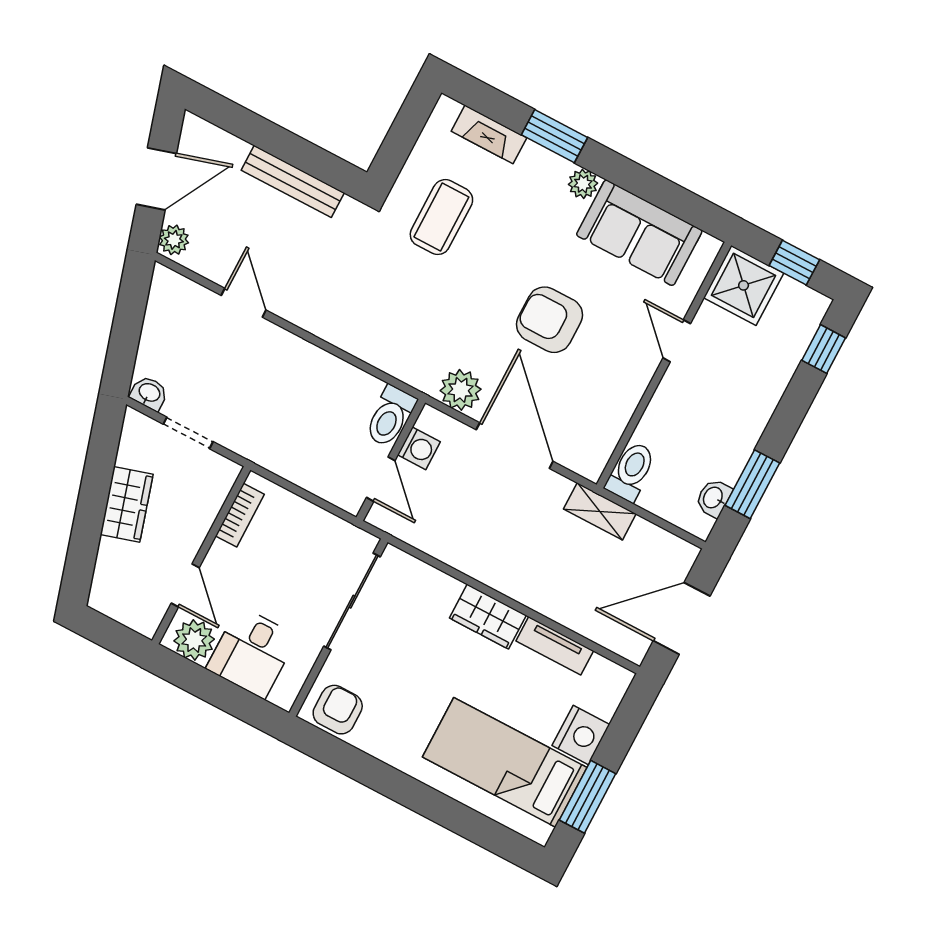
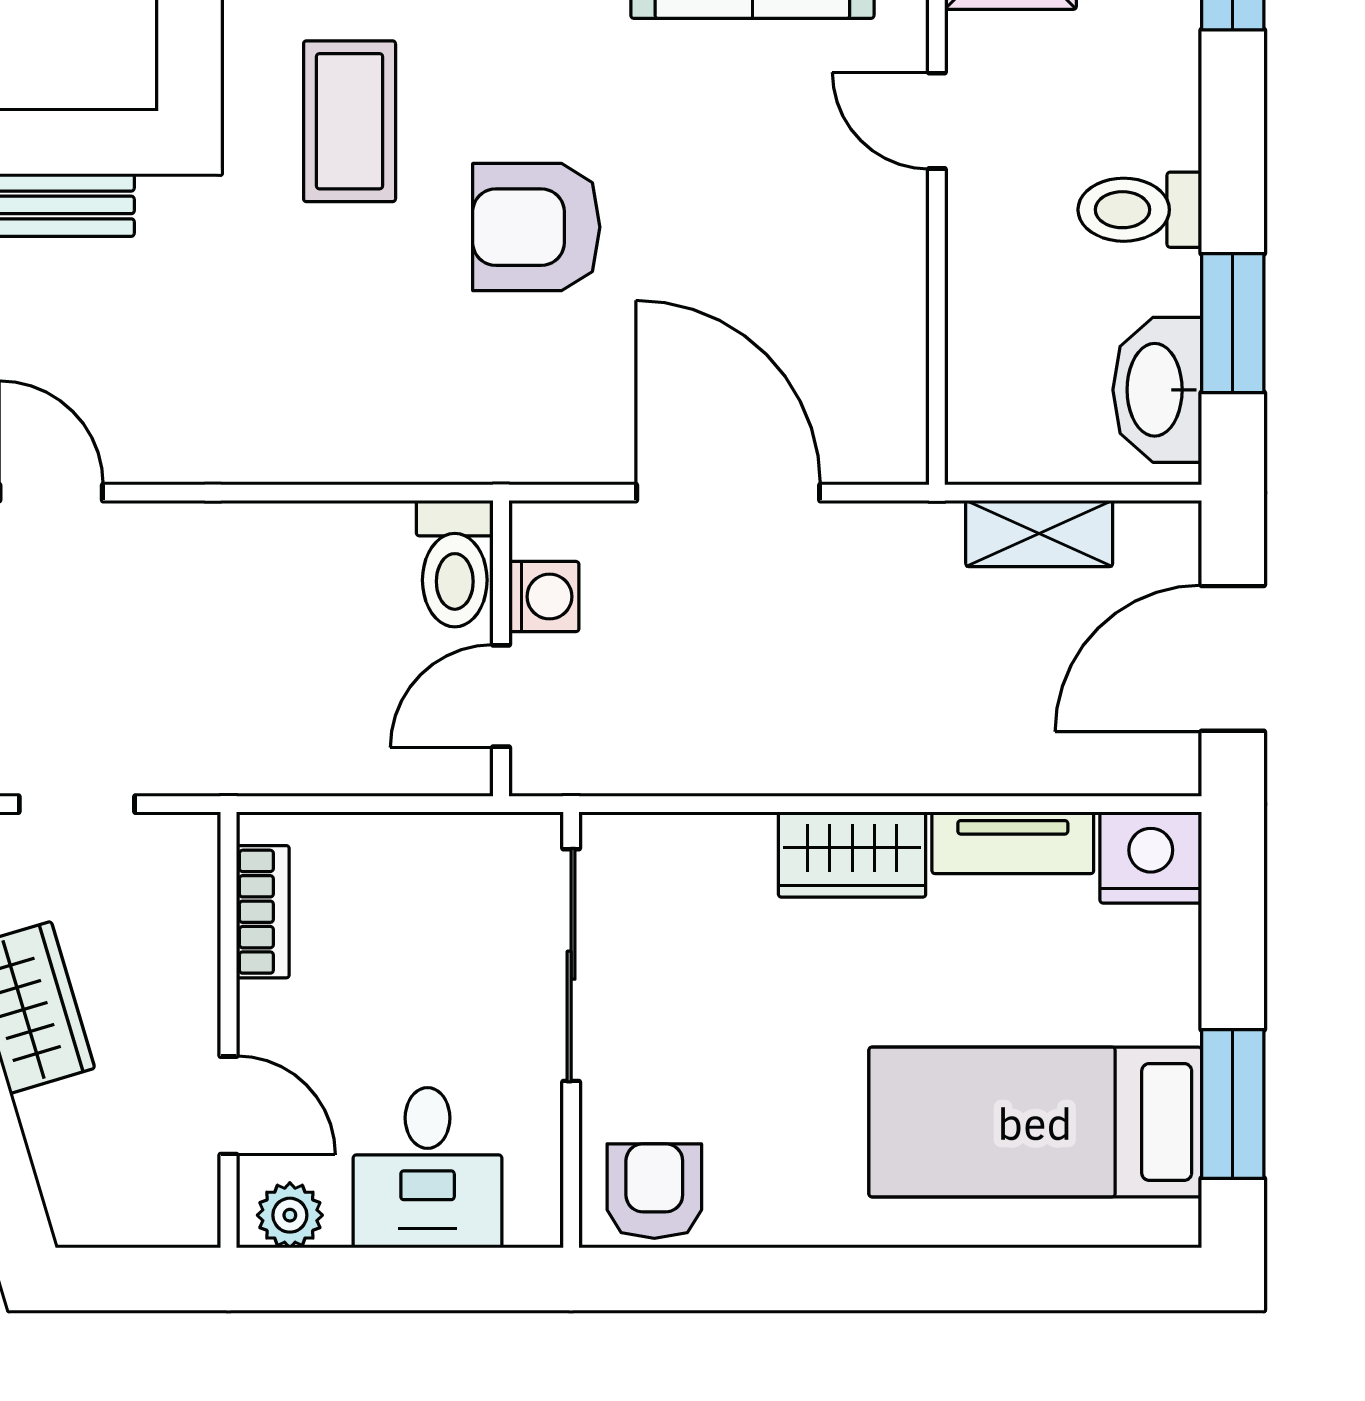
armchair: (549, 320) -> (536, 227), moved
plant: (461, 390) -> (565, 440), removed
toilet: (631, 471) -> (1140, 210), moved, turned -90
door: (381, 479) -> (501, 696), swing flipped
washbasin: (714, 498) -> (1157, 390), width x1.91, depth x1.45
shelving: (600, 511) -> (1039, 534), moved
plant: (194, 640) -> (290, 1215), width x0.73, depth x0.73
nightstand: (581, 735) -> (1151, 857), moved, turned -90

